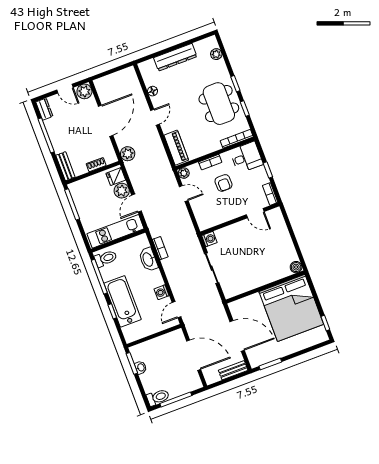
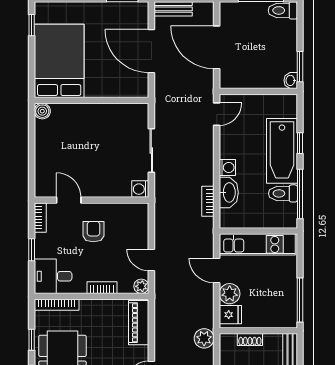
armchair: (223, 183) -> (93, 232), moved
door: (136, 203) -> (217, 271), swing flipped
toilet: (106, 258) -> (283, 193), moved
washing machine: (162, 292) -> (227, 167), moved
bed: (291, 308) -> (59, 61), width x0.73
washbasin: (141, 367) -> (291, 80), moved

